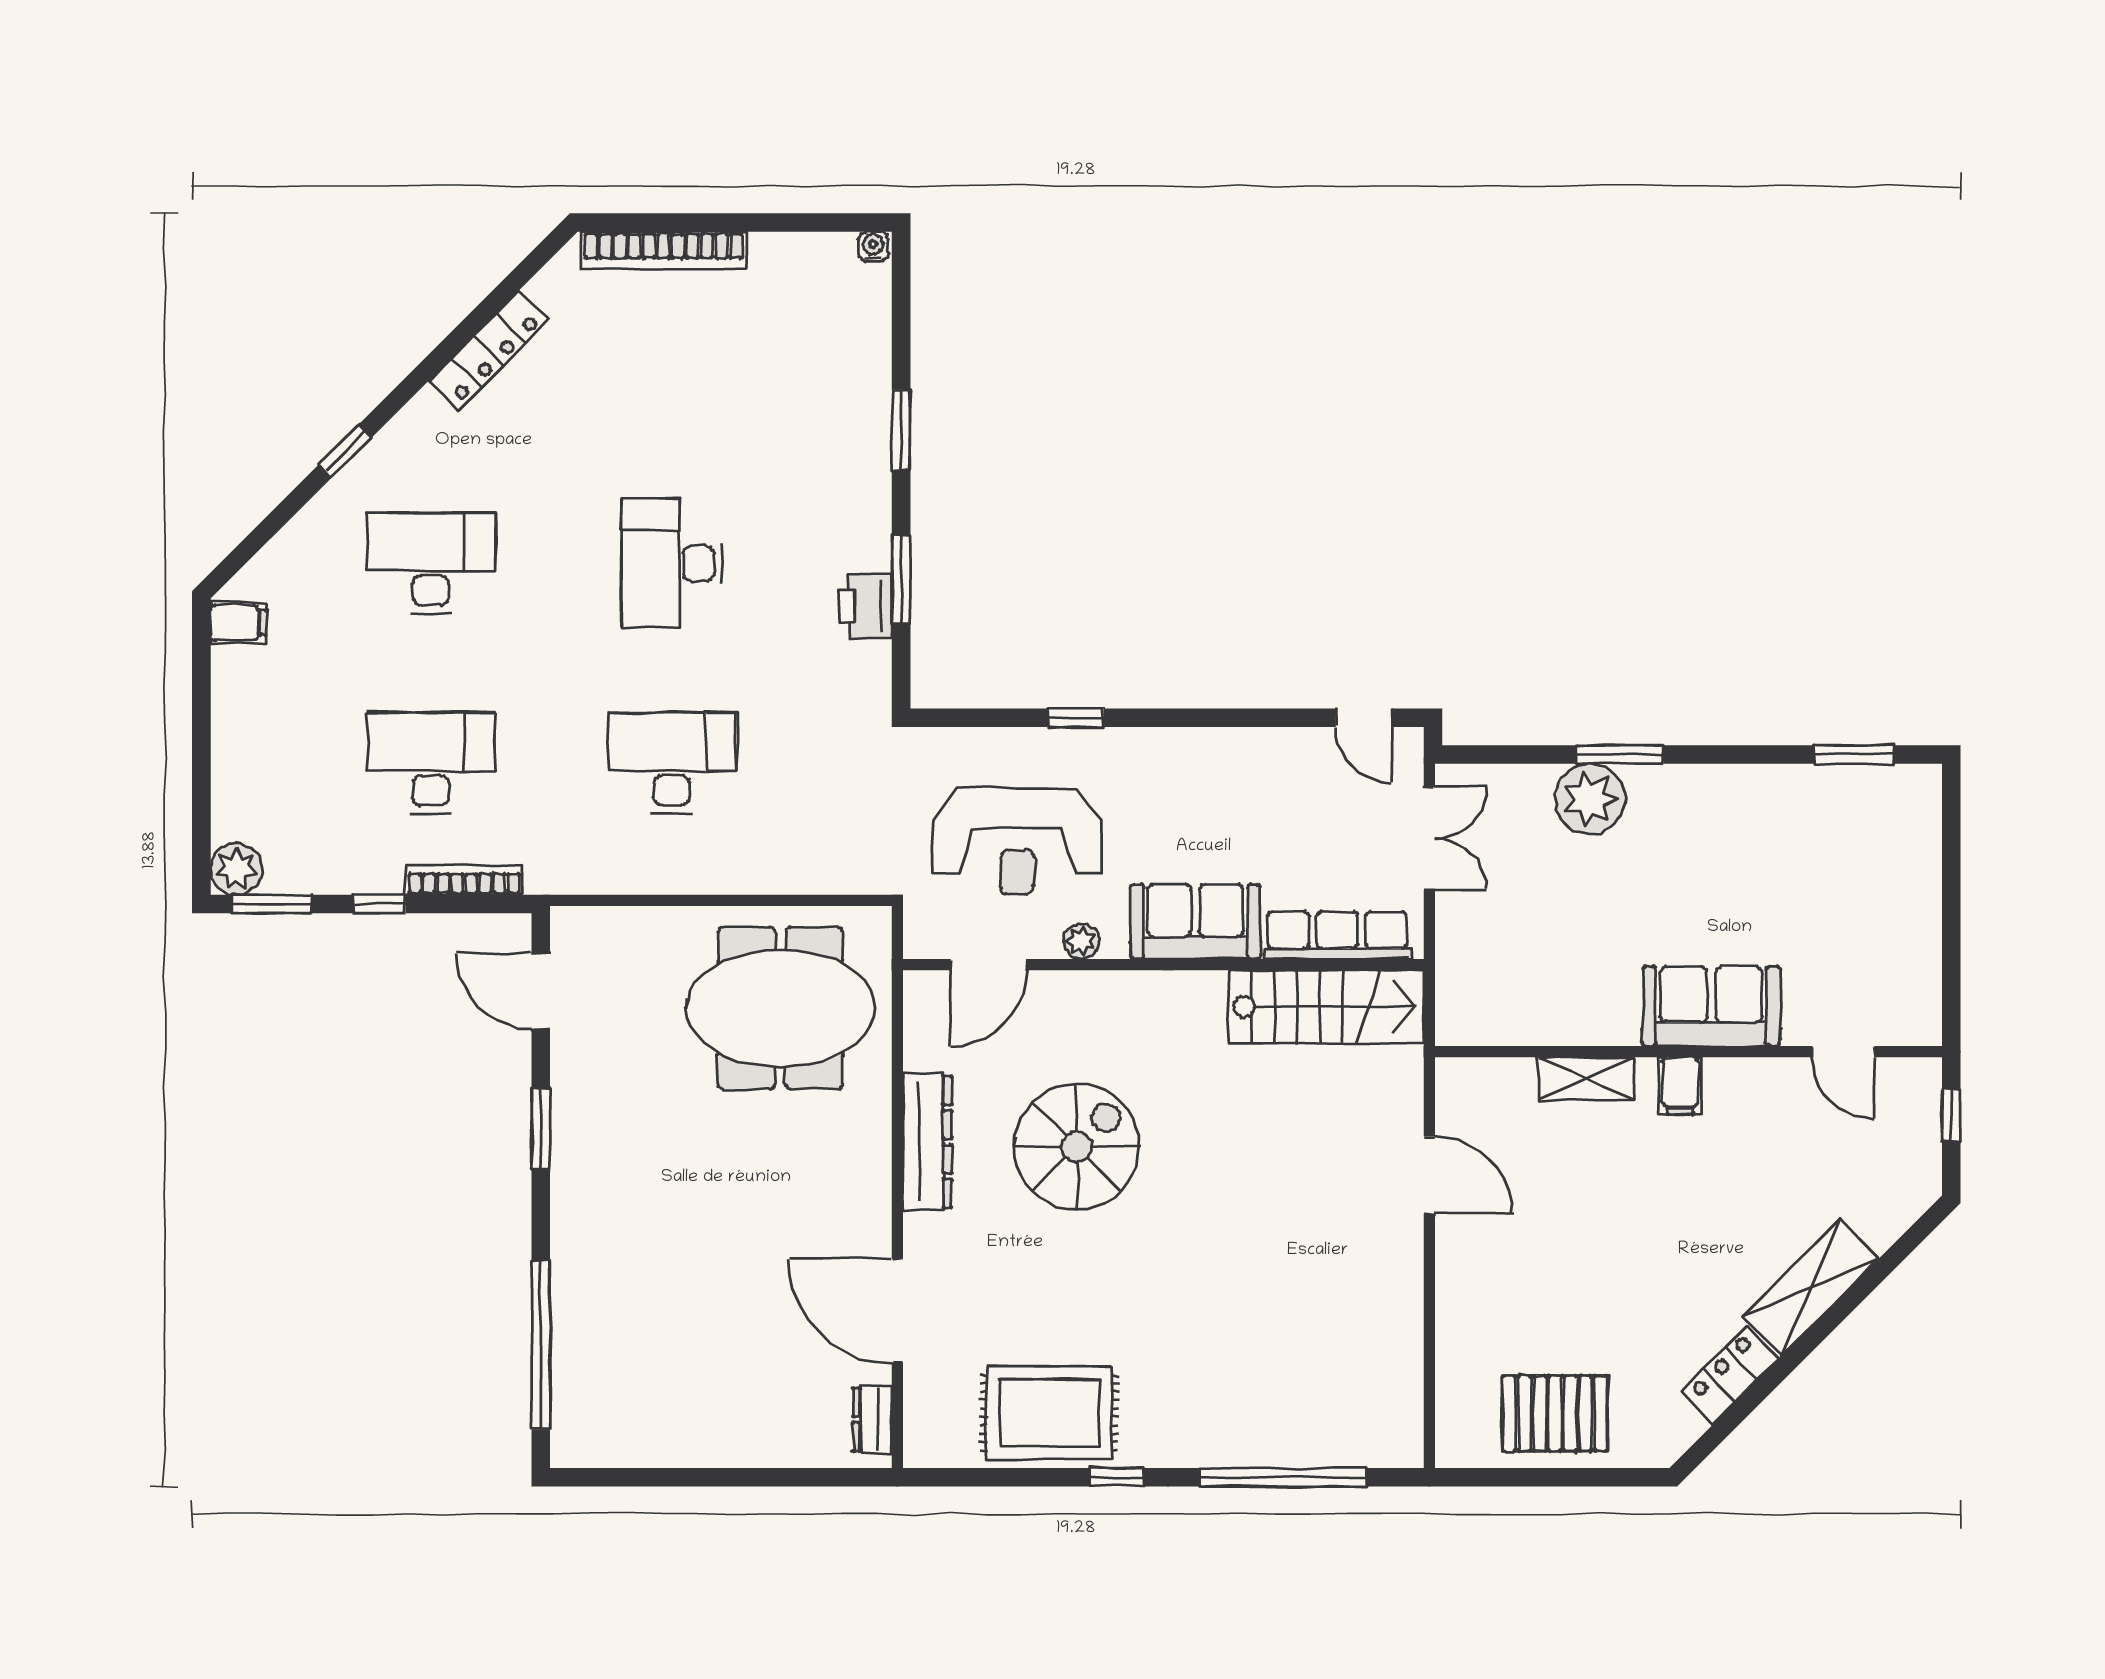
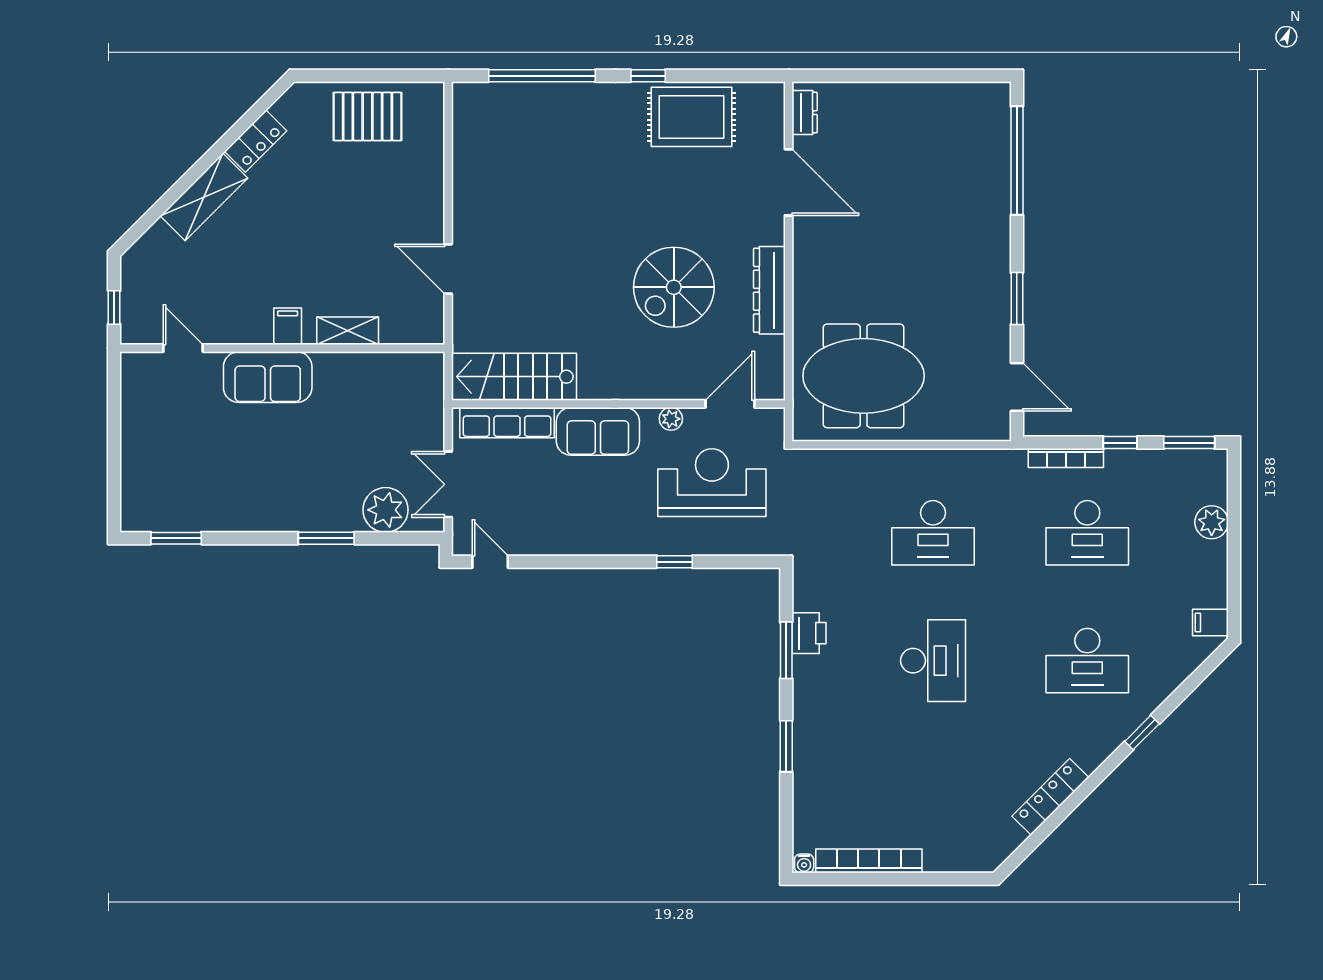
bookcase: (663, 251) -> (869, 861), moved
plant: (1590, 799) -> (386, 510), moved
plant: (236, 869) -> (1212, 522), moved

